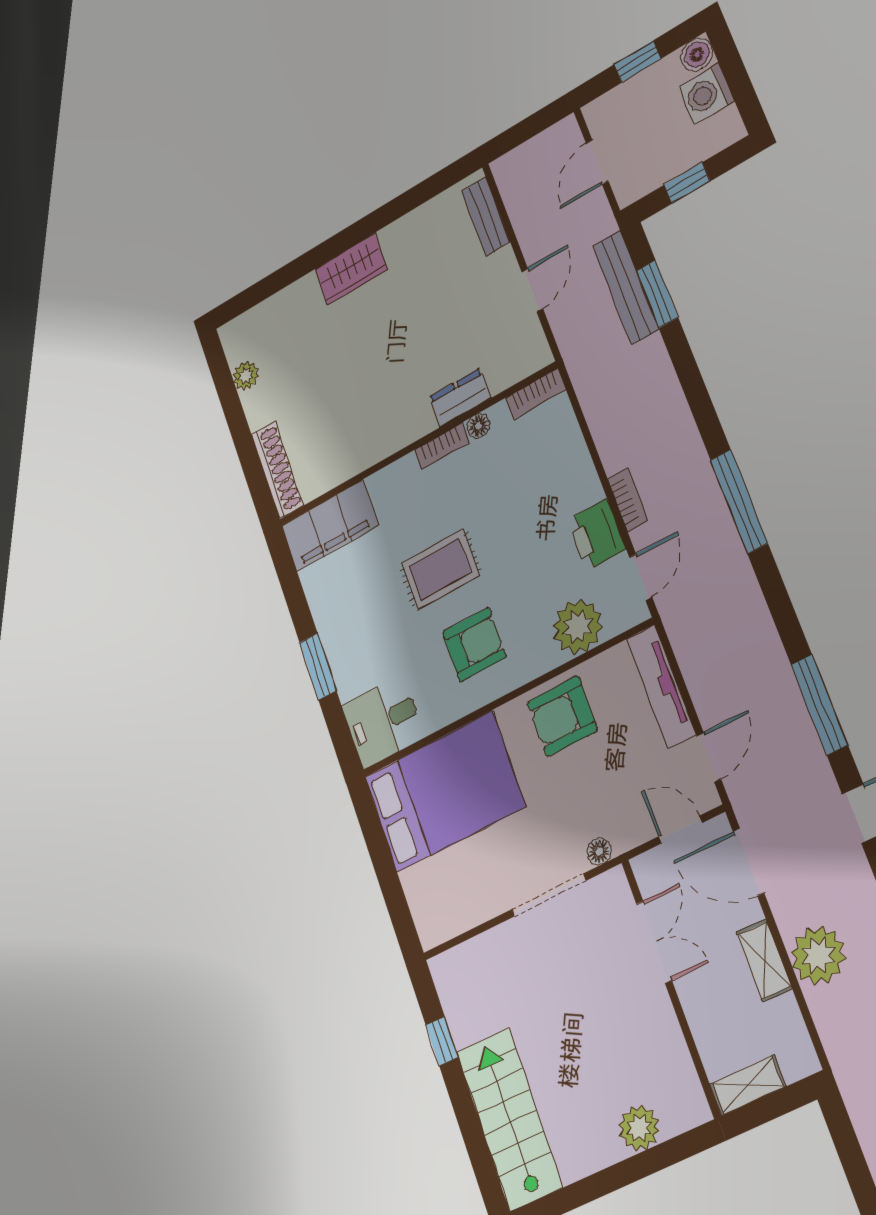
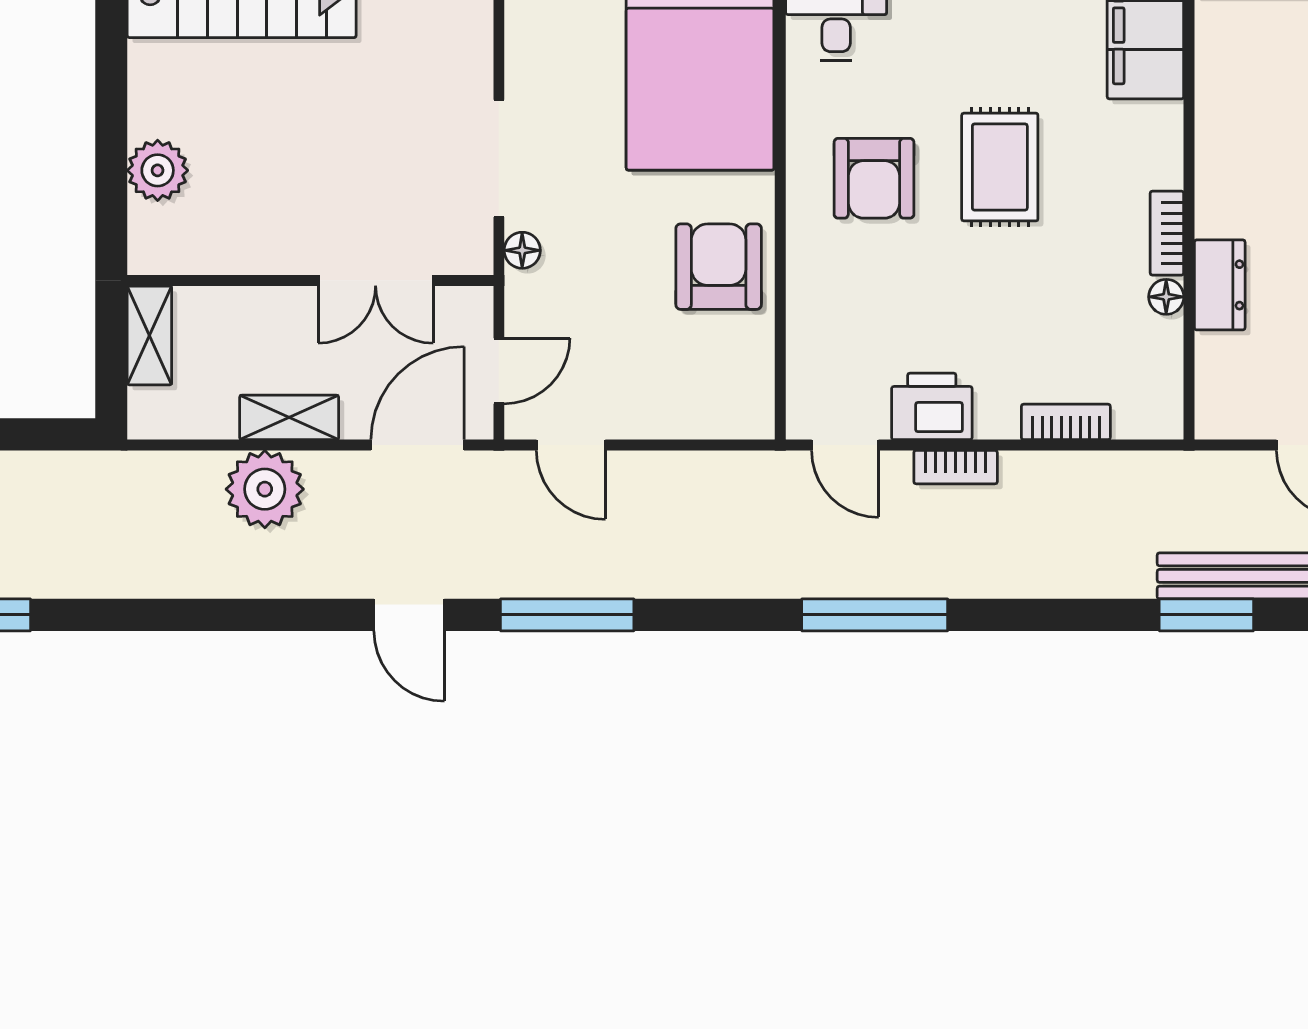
bookcase: (536, 393) -> (1066, 422), moved, turned 90
plant: (578, 627) -> (825, 333), removed
tv unit: (661, 686) -> (691, 417), removed

